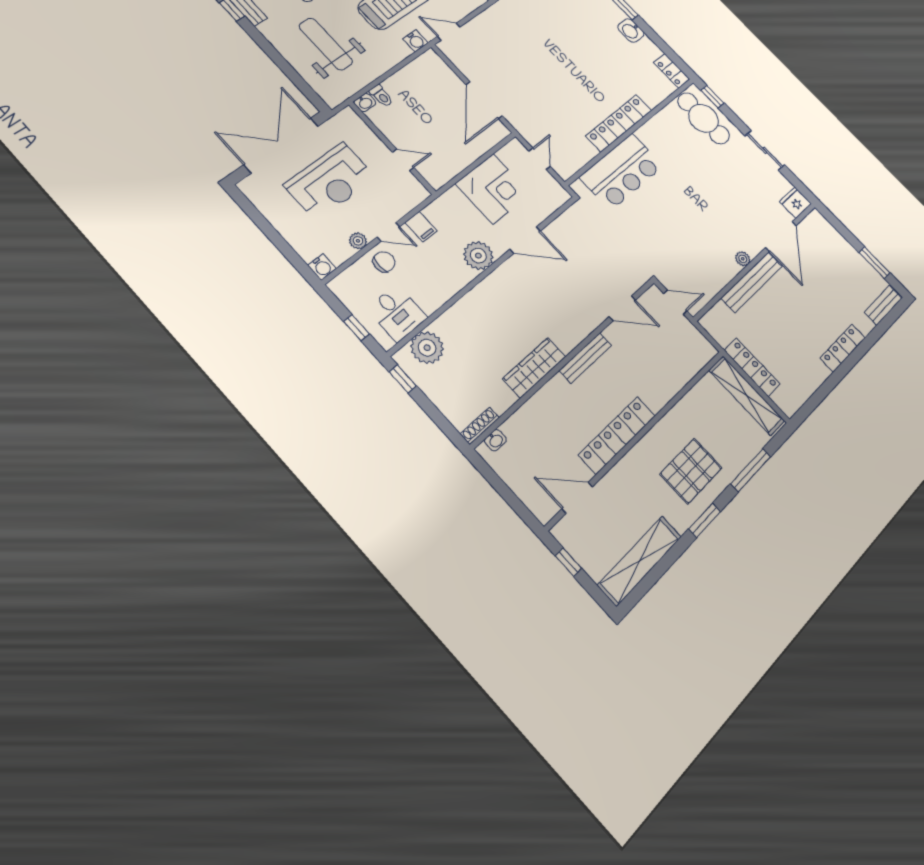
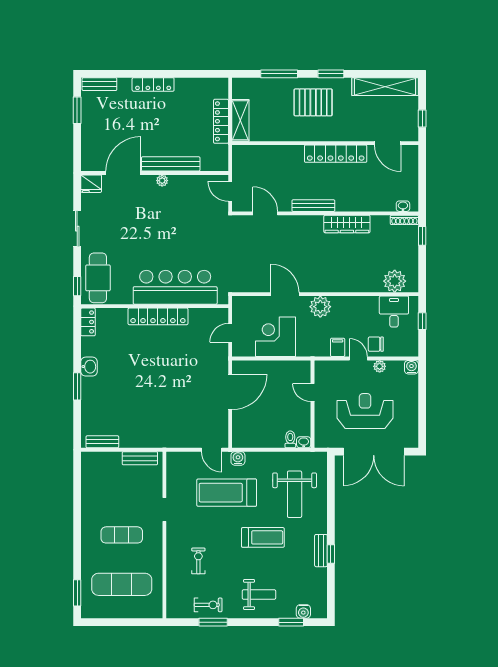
bar counter: (622, 172) -> (175, 287), width x1.36
window: (403, 379) -> (422, 236), moved
shelving: (747, 395) -> (240, 120), width x0.68

